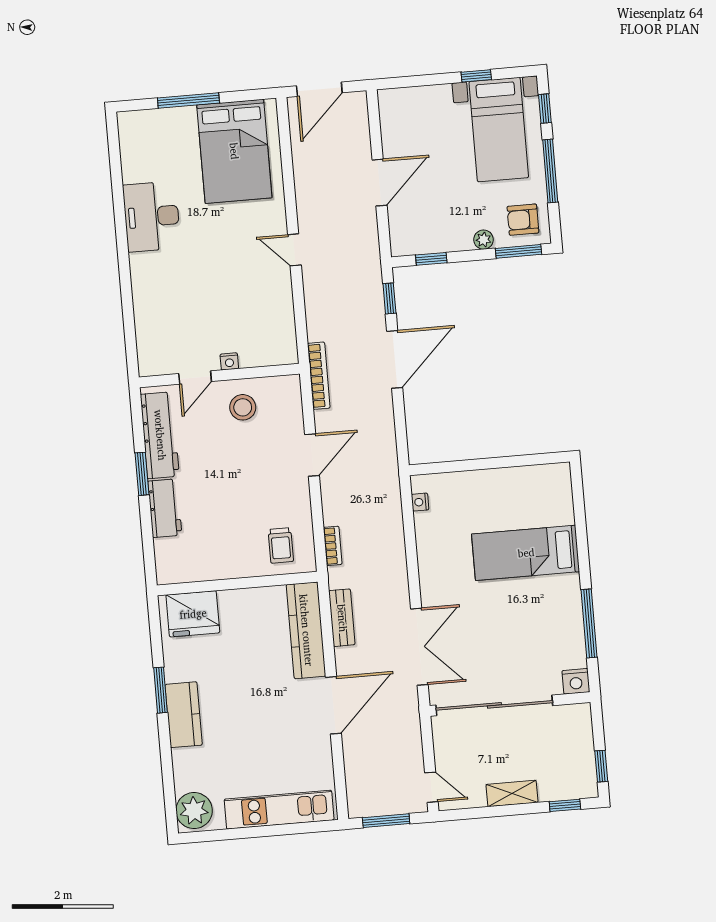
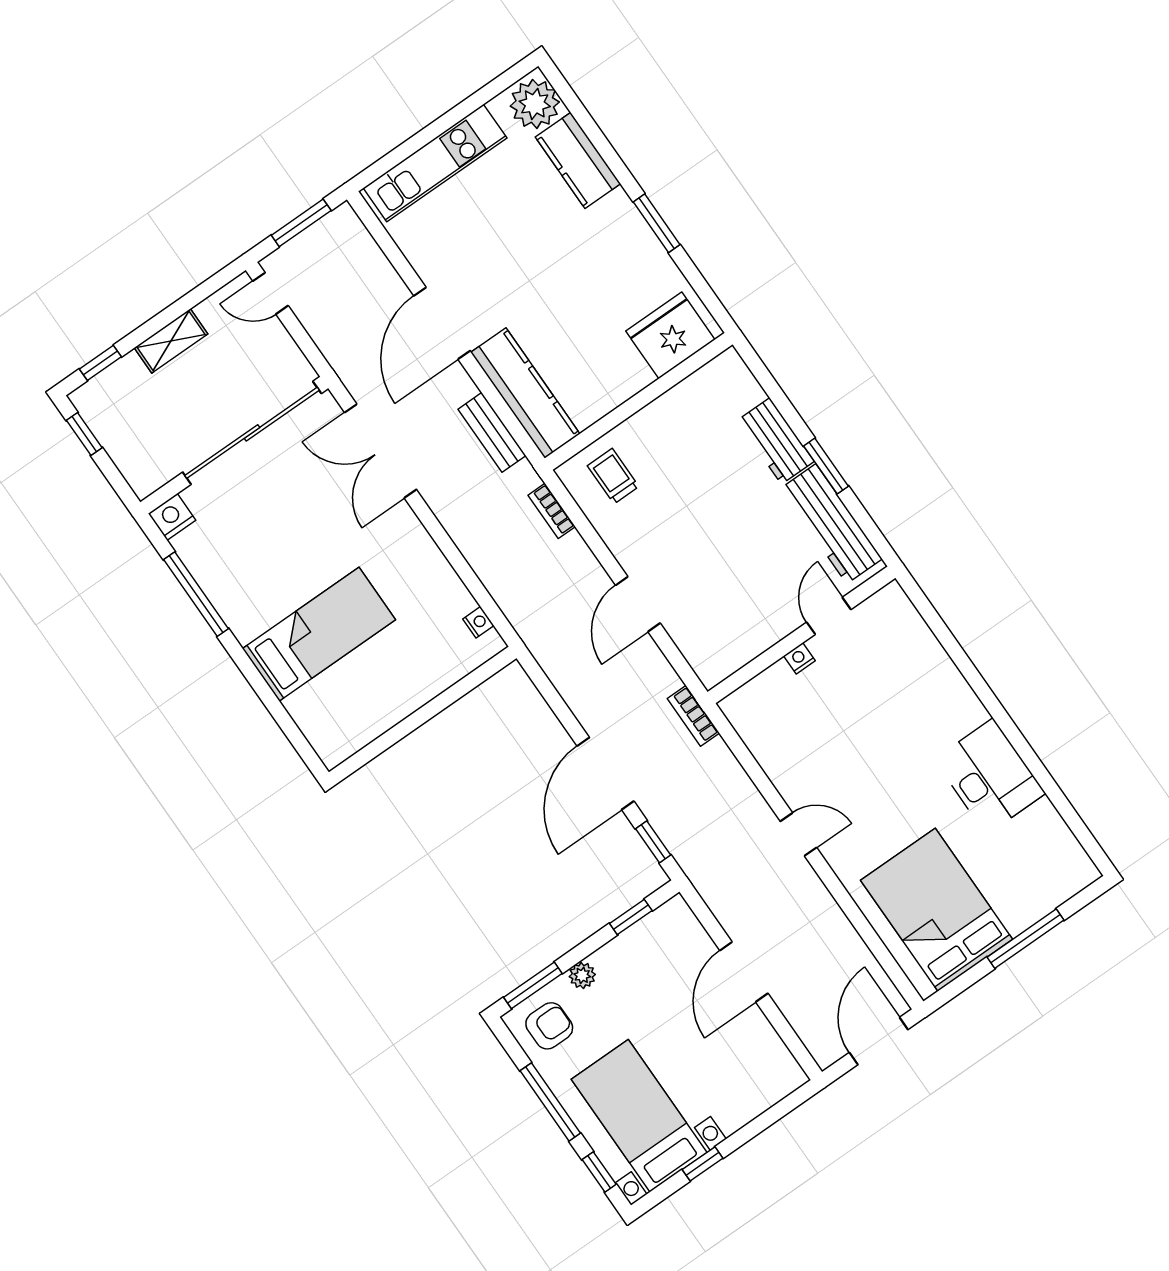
bookcase: (319, 376) -> (693, 716), width x0.64
stool: (243, 407) -> (752, 613), removed
kitchen counter: (184, 715) -> (578, 160), moved

